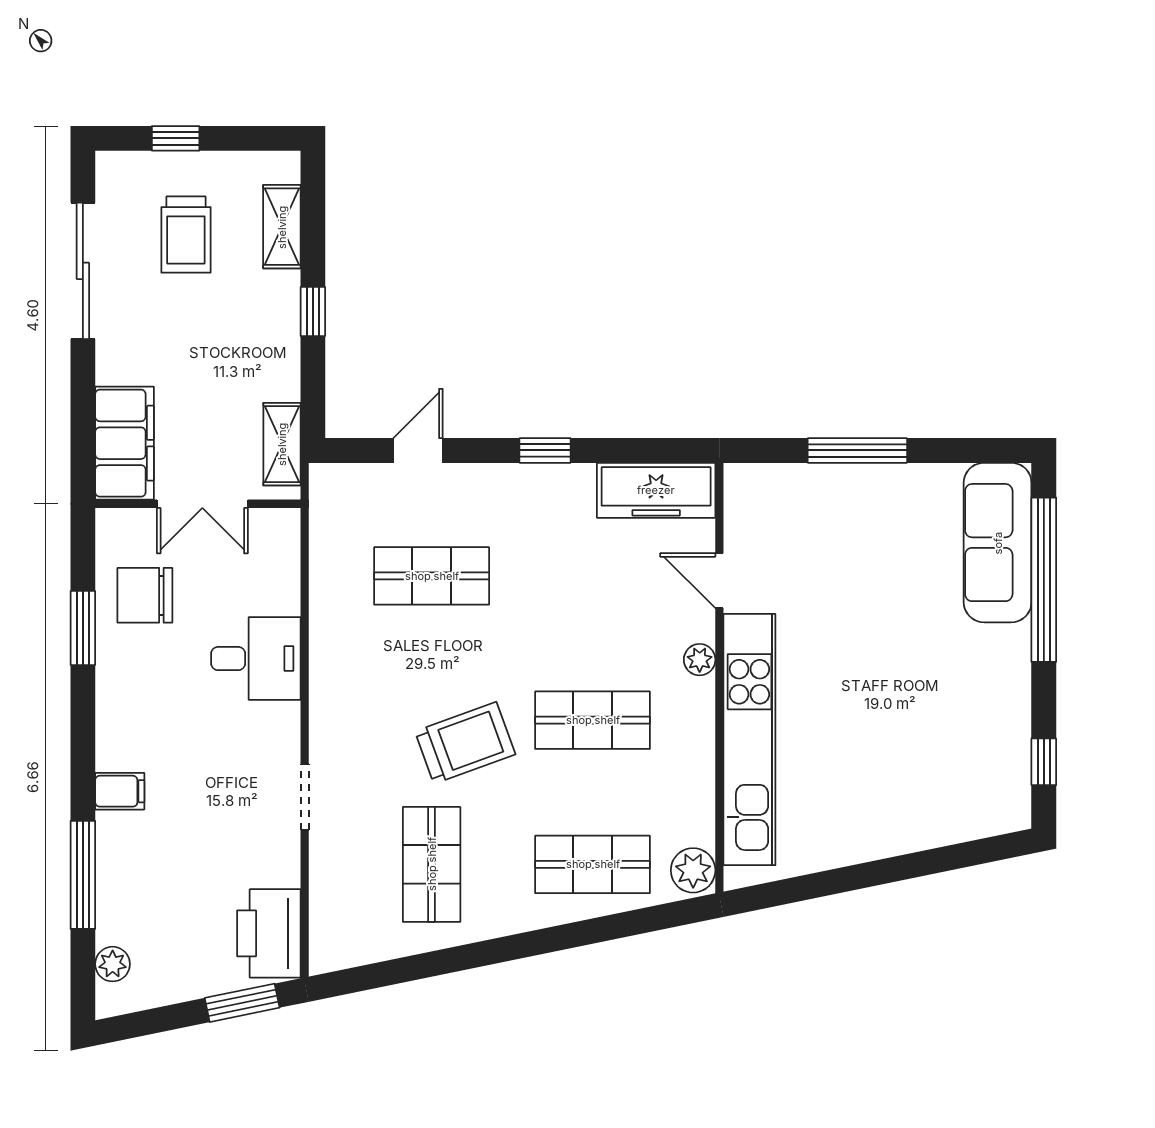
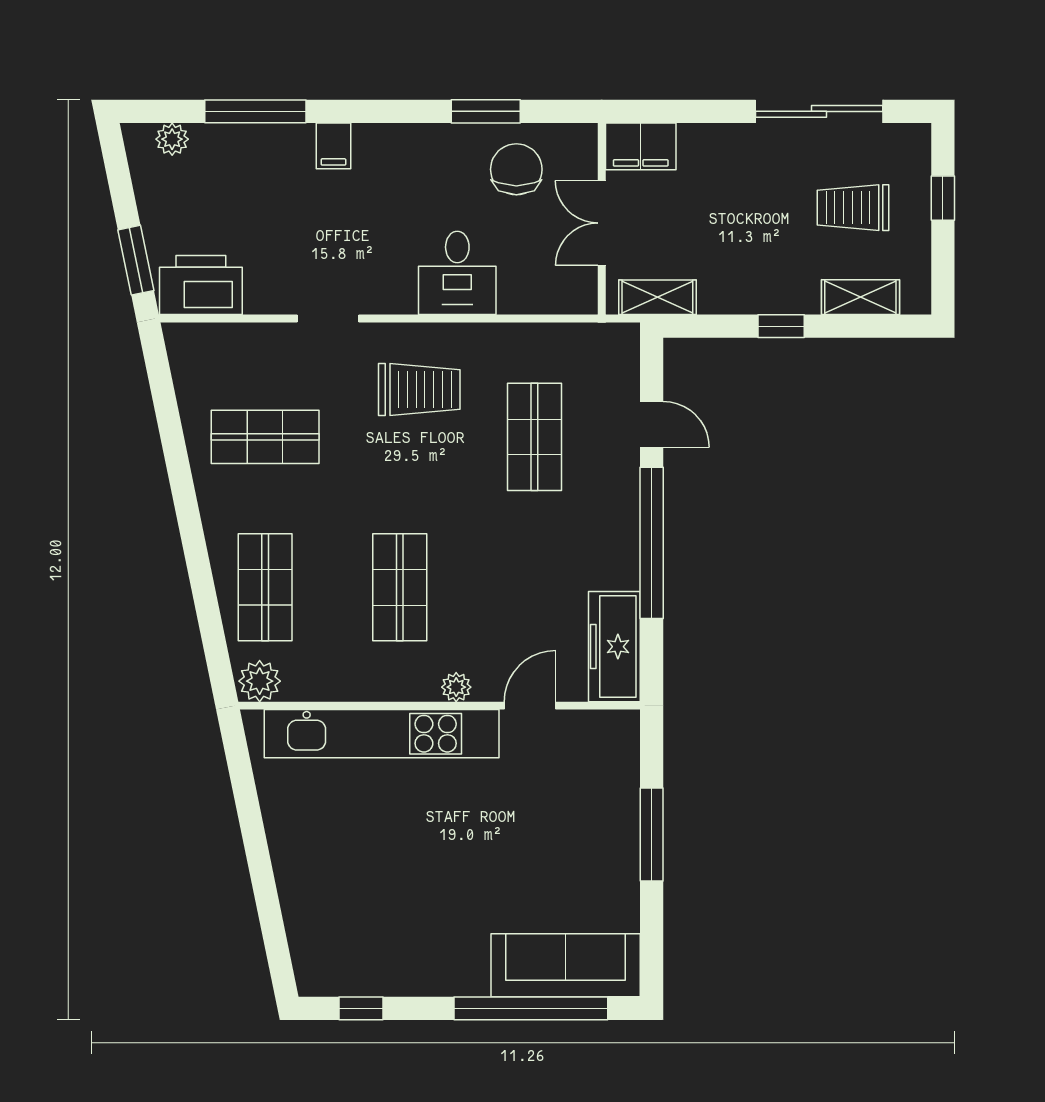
filing cabinet: (125, 443) -> (641, 146), width x0.67, depth x0.86
window: (545, 450) -> (652, 543), width x3.17
trolley: (465, 743) -> (419, 389), moved, turned -70

